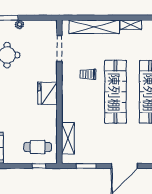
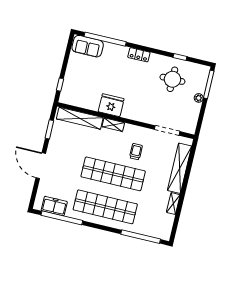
fridge: (47, 93) -> (111, 105), moved
shelving: (66, 103) -> (113, 125), added
shelving: (68, 138) -> (80, 118), width x1.47
cafe table: (38, 147) -> (78, 87), removed

